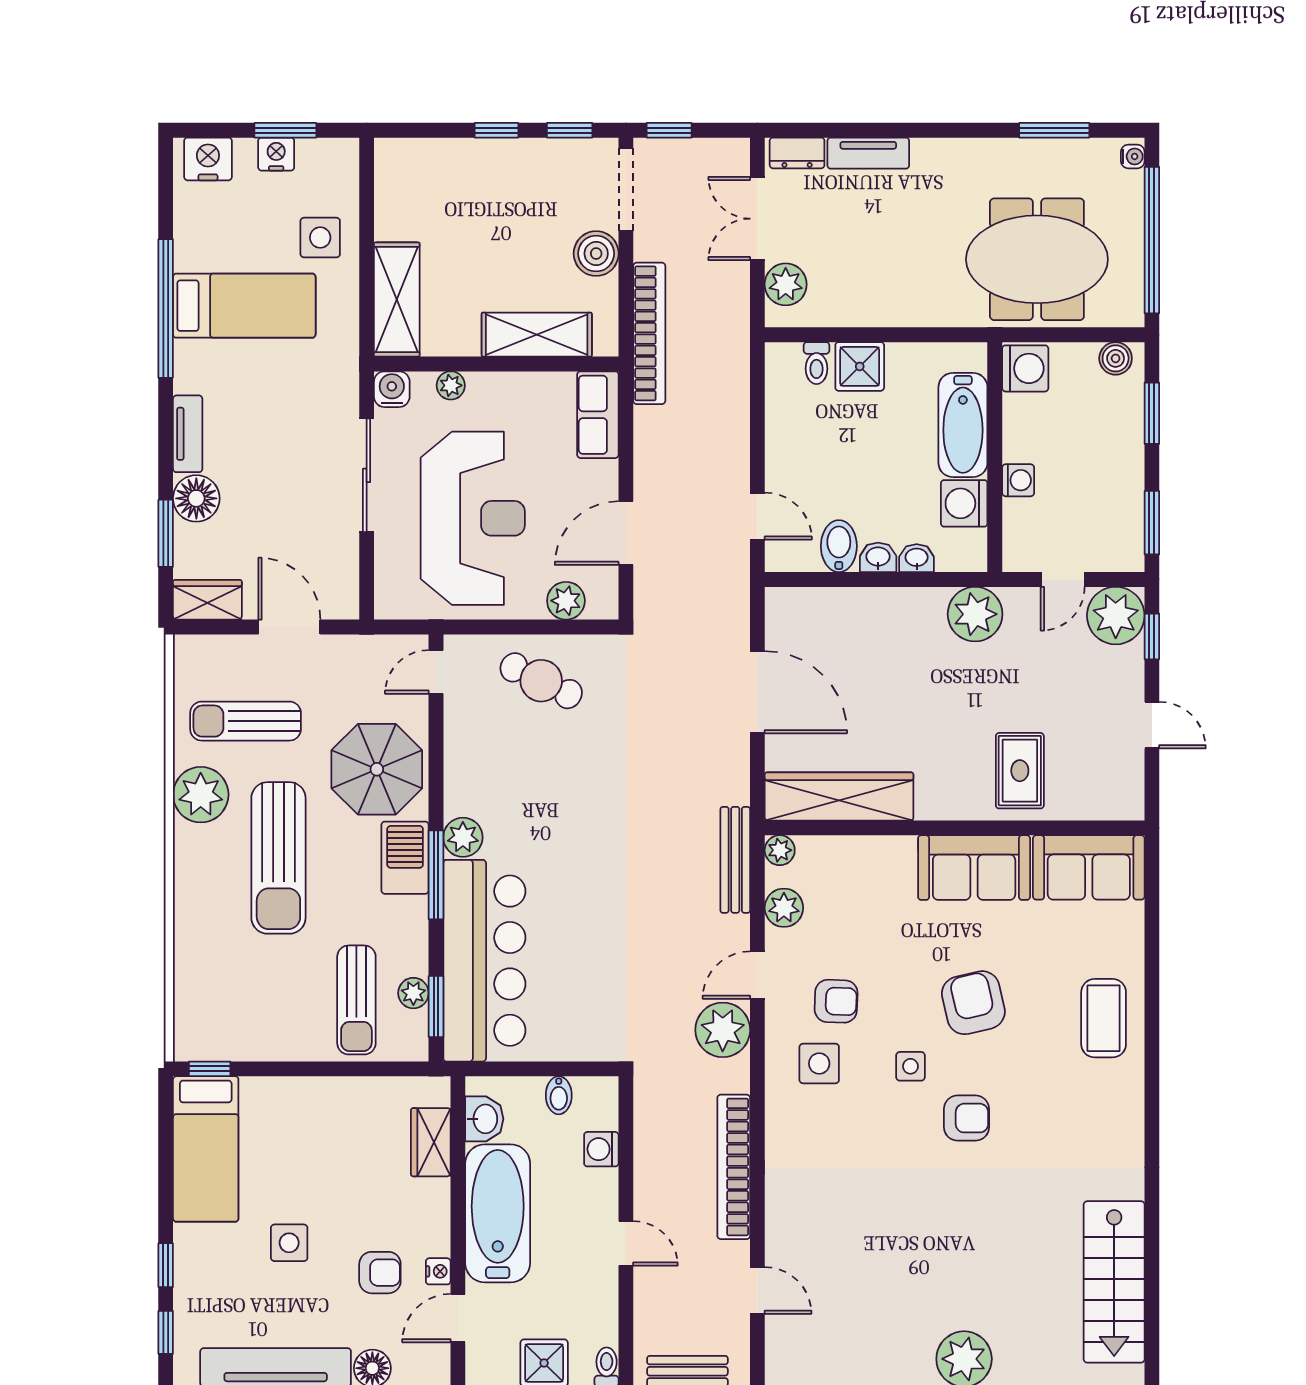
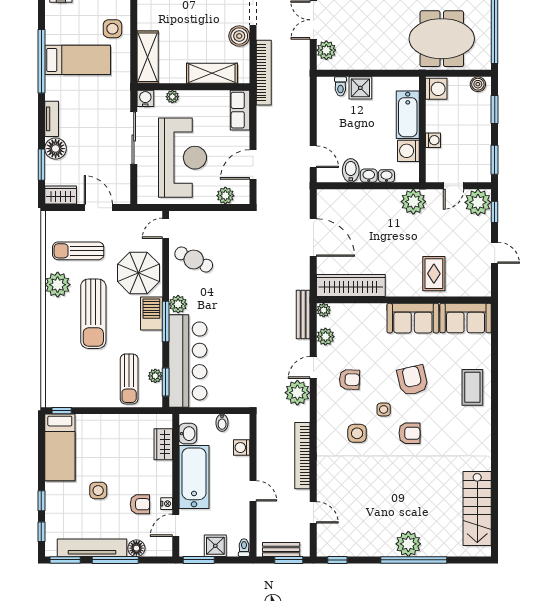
cafe table: (541, 681) -> (194, 260), moved
side table: (819, 1063) -> (357, 433), moved

